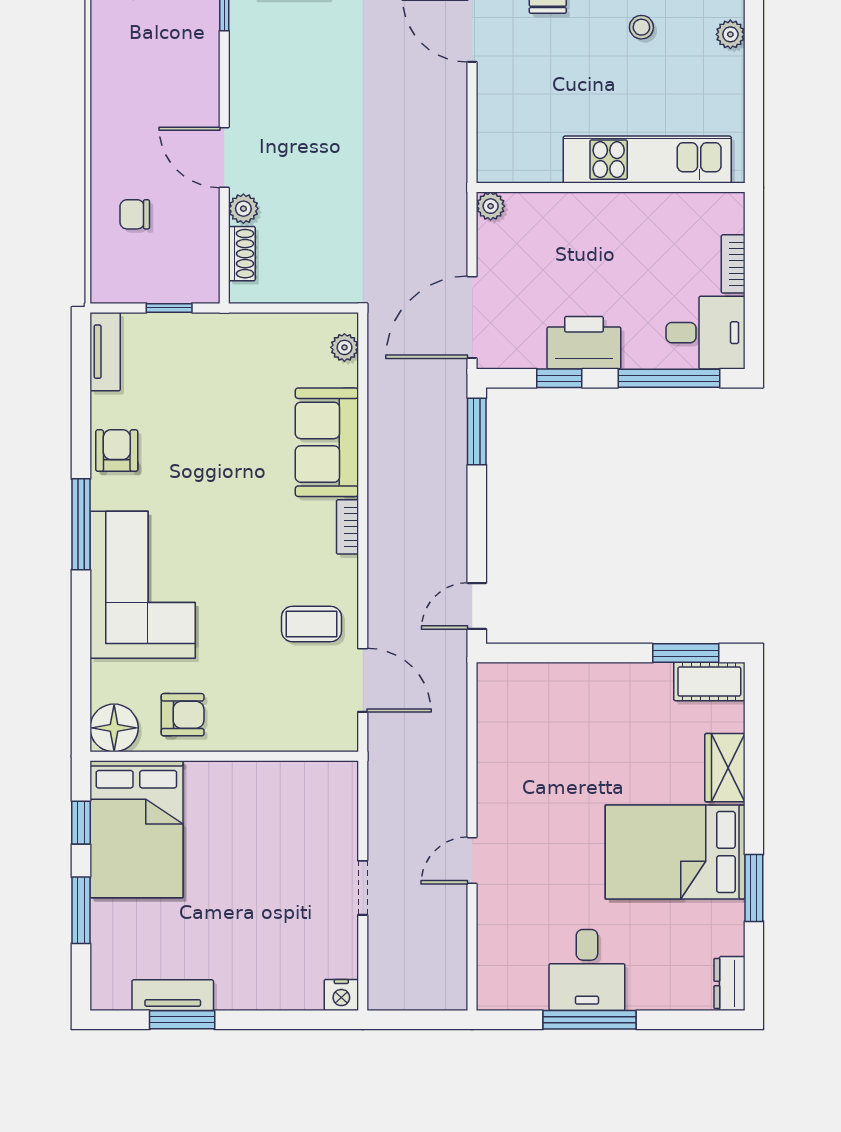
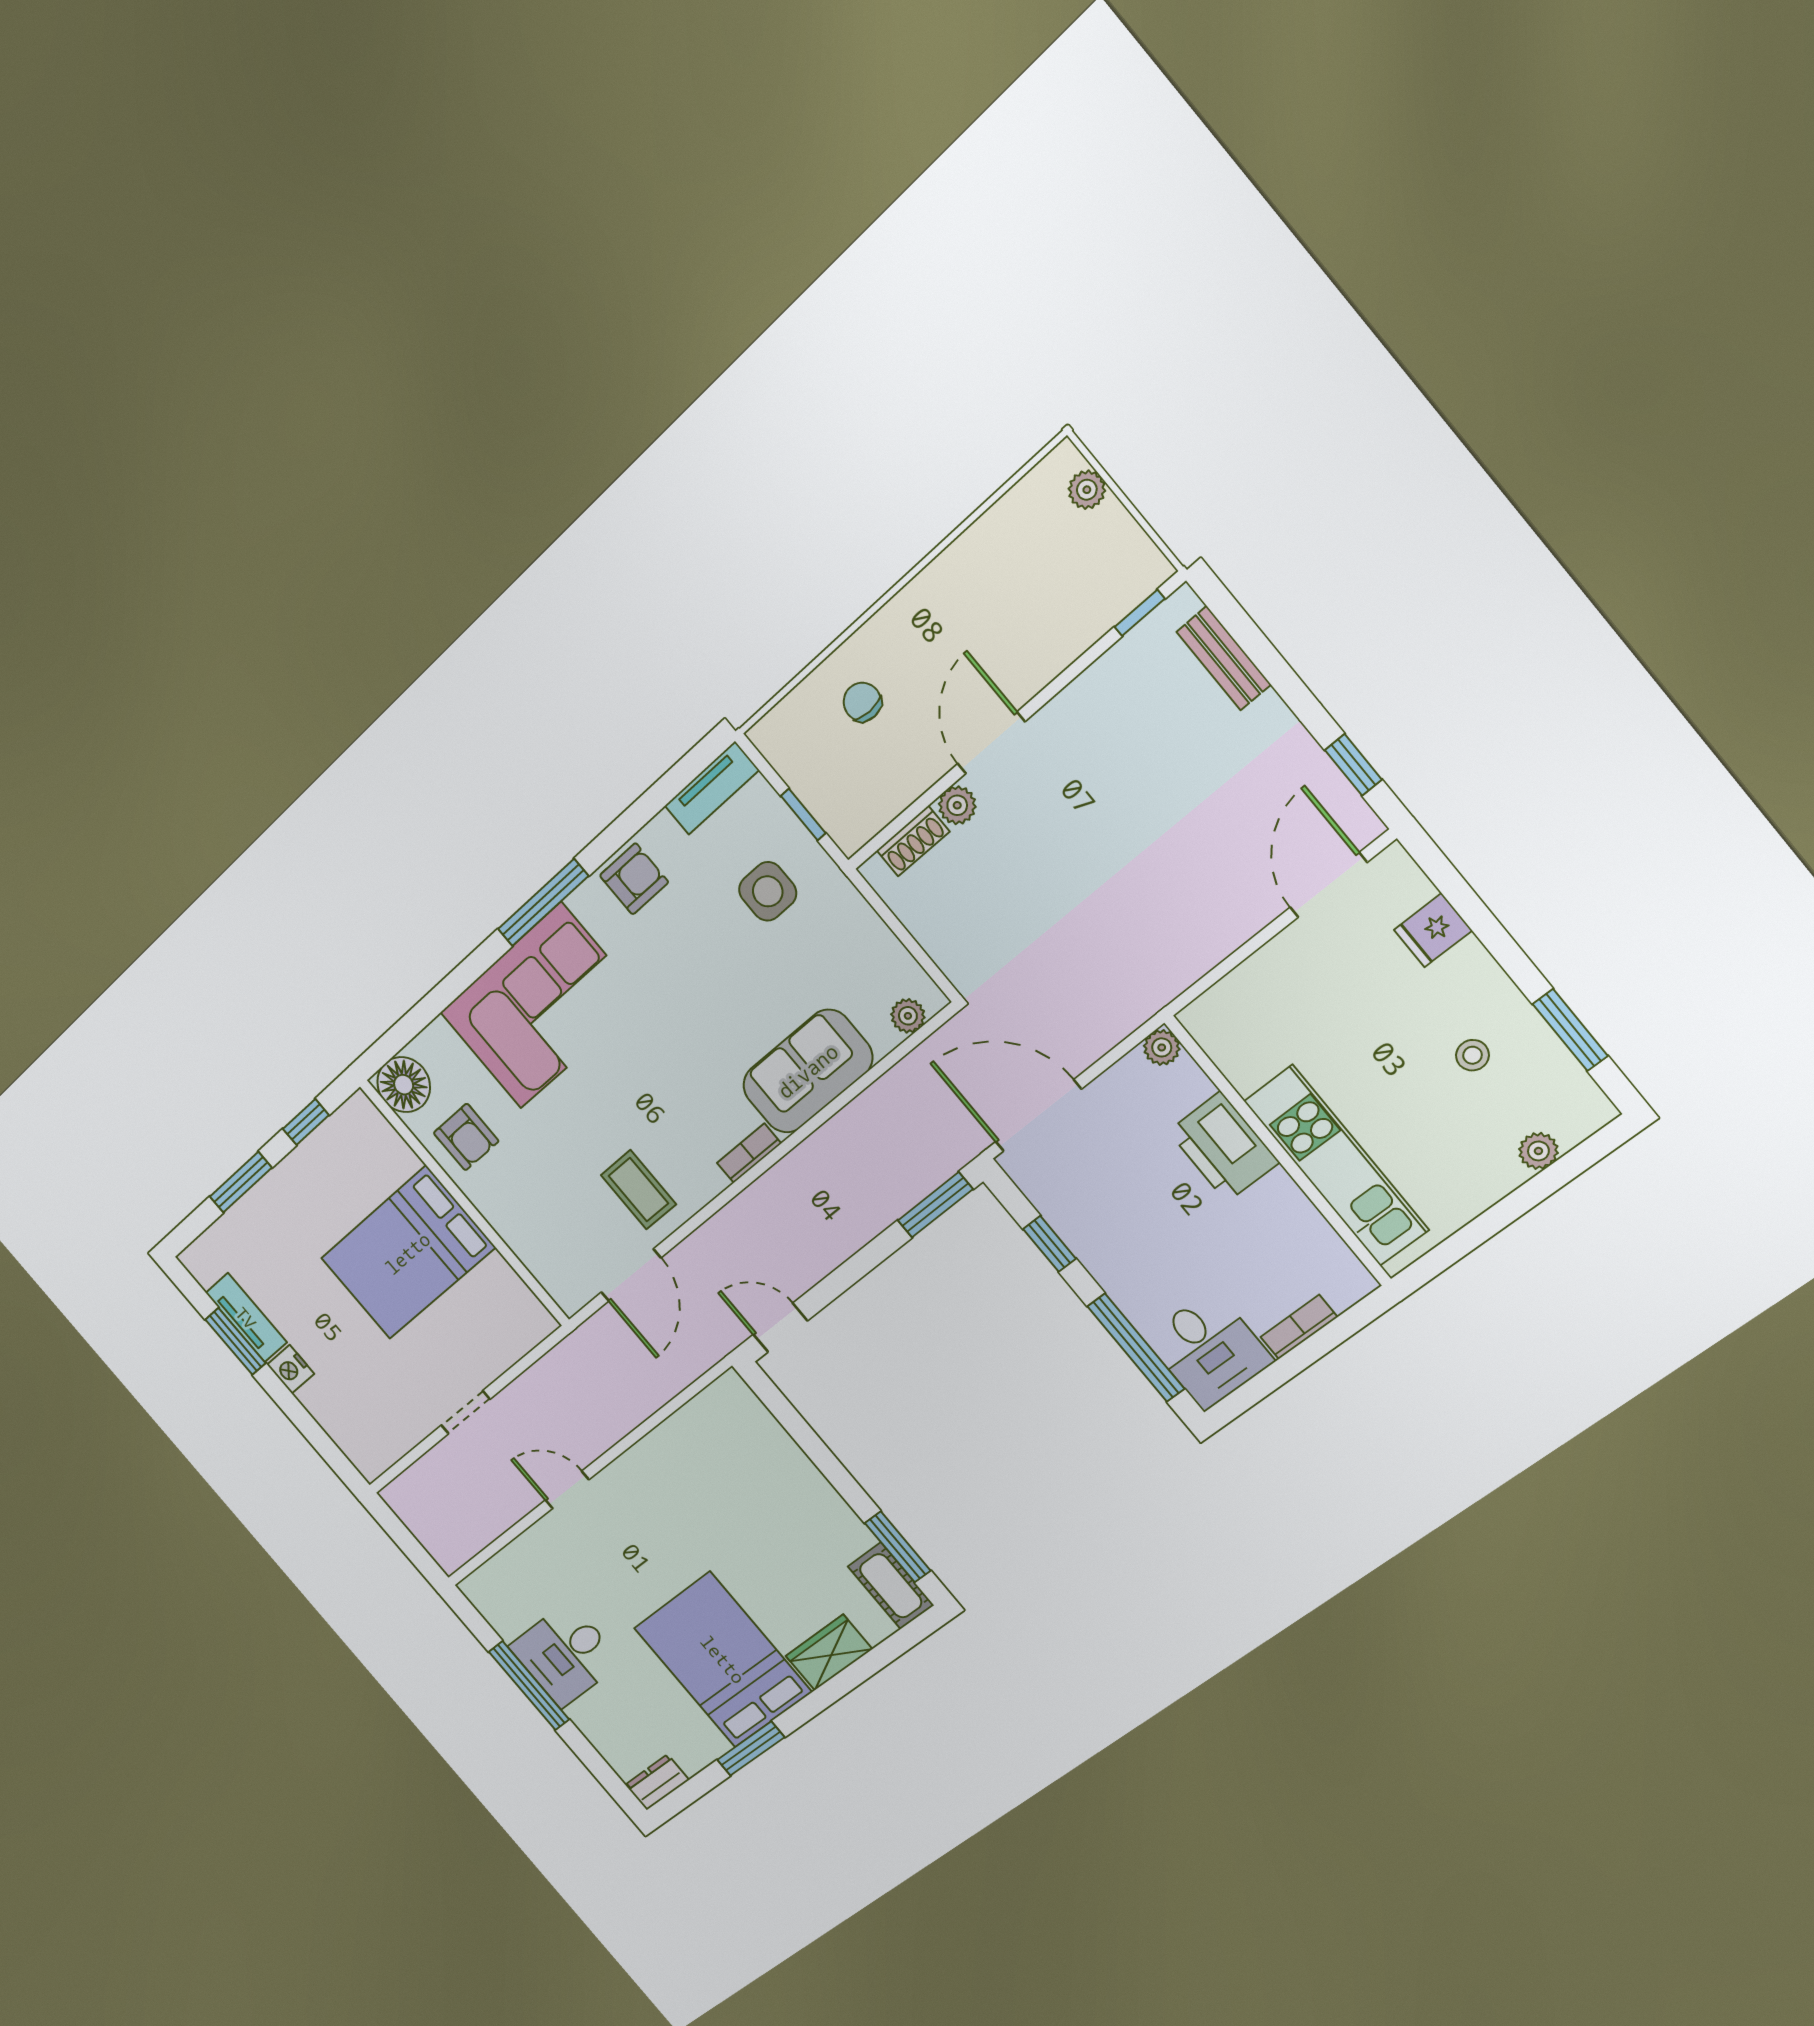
printer: (584, 343) -> (1224, 1147), moved, turned 180
side table: (196, 371) -> (768, 891), added
bed: (136, 829) -> (408, 1253), moved
nightstand: (341, 995) -> (291, 1369), moved

